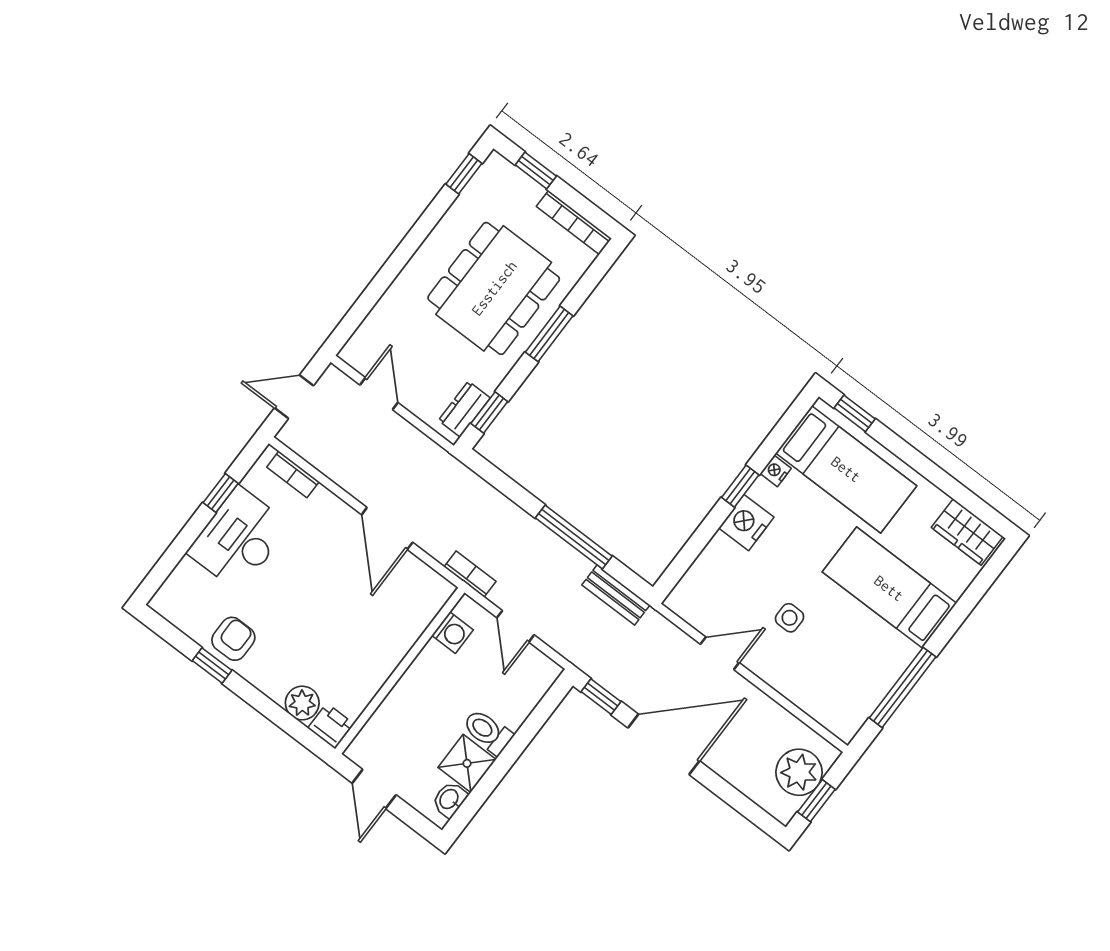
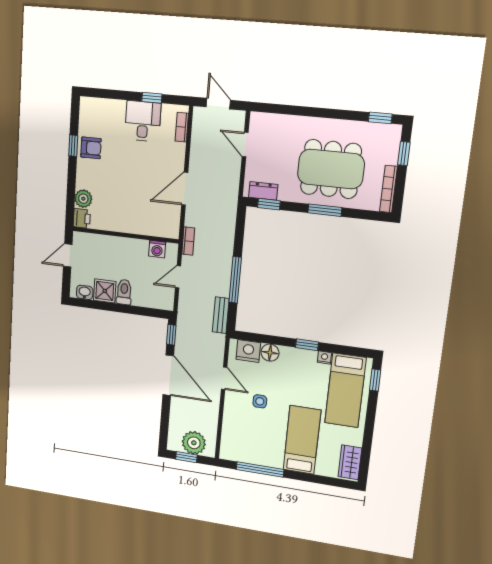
door: (379, 394) -> (245, 144), swing flipped
nightstand: (746, 523) -> (248, 351), moved
desk: (239, 539) -> (143, 121), width x0.73
floor lamp: (720, 553) -> (270, 353), added

